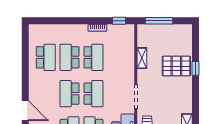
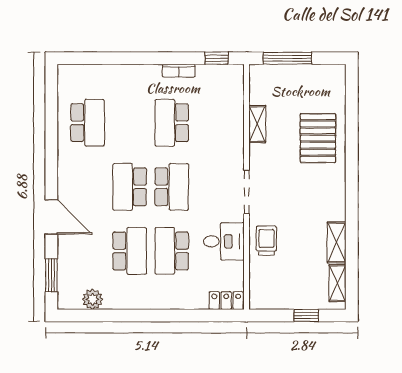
school desk: (70, 57) -> (130, 123), removed
school desk: (93, 57) -> (172, 123), turned 180
pallet: (176, 66) -> (318, 138), turned 90
window: (195, 68) -> (352, 142), removed

